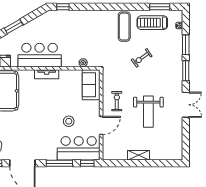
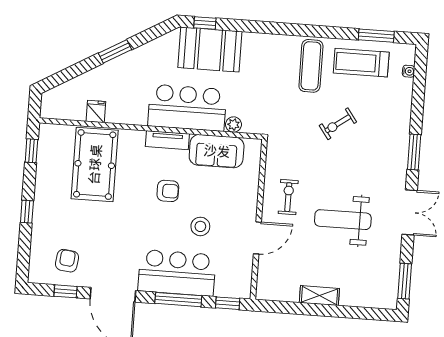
booth: (67, 22) -> (210, 50), added
window: (186, 45) -> (405, 281), moved
bar counter: (40, 55) -> (187, 108), moved
sofa: (91, 85) -> (217, 151), moved, turned -90
armchair: (49, 103) -> (168, 191), added
weight bench: (148, 112) -> (343, 220), turned 90
bar counter: (79, 148) -> (177, 273), moved

